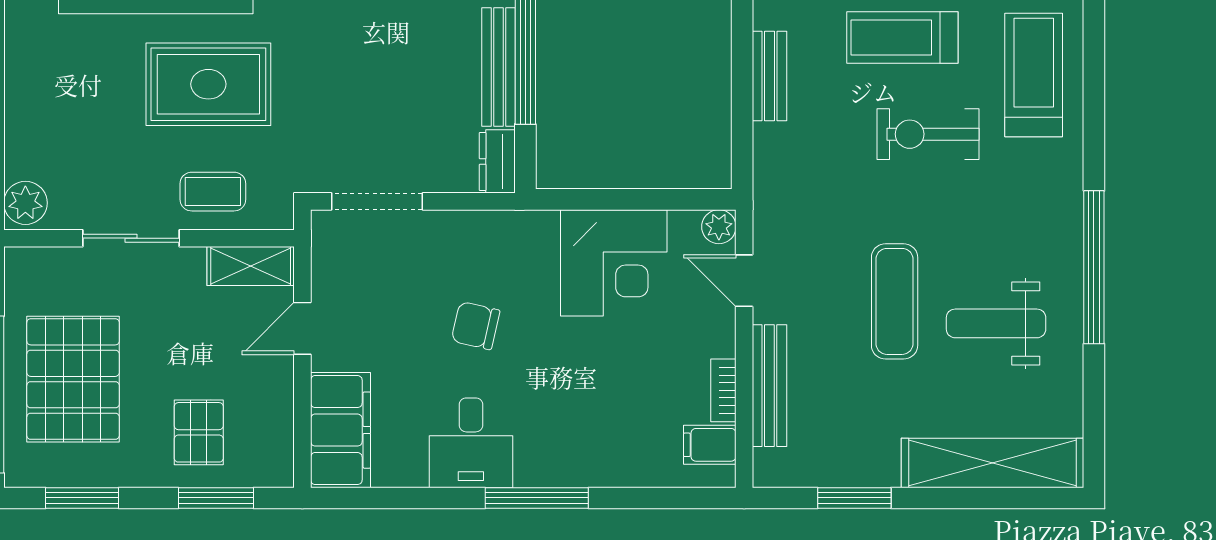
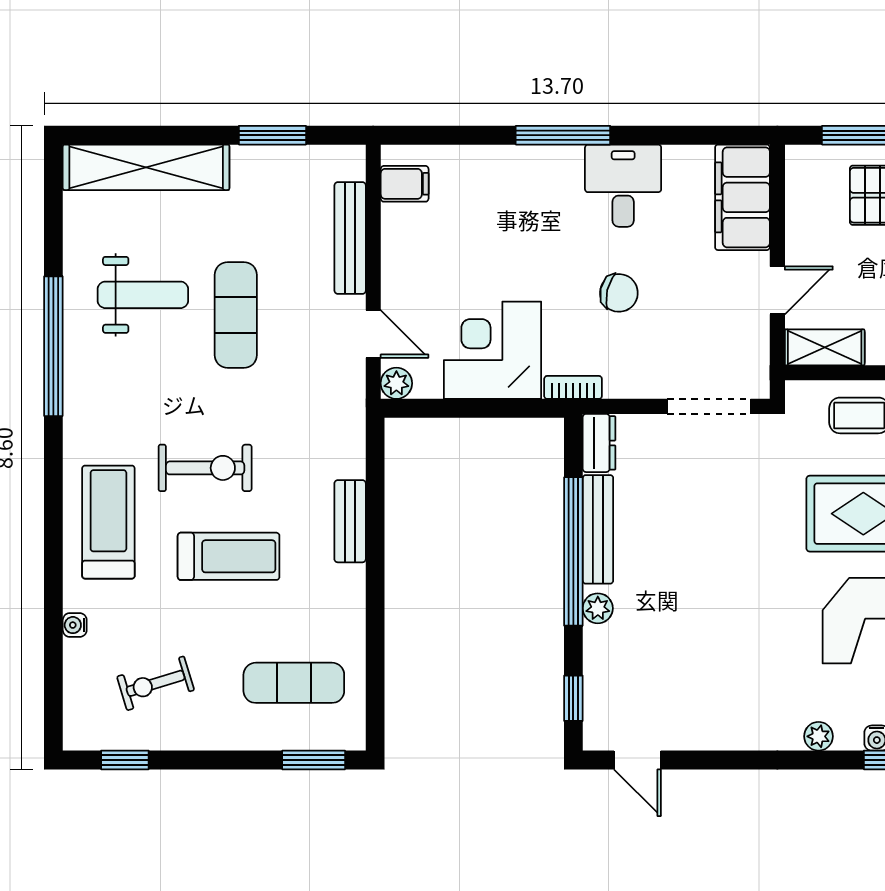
treadmill: (1034, 75) -> (108, 522), turned 180
bookcase: (723, 390) -> (573, 387), moved, turned -90

